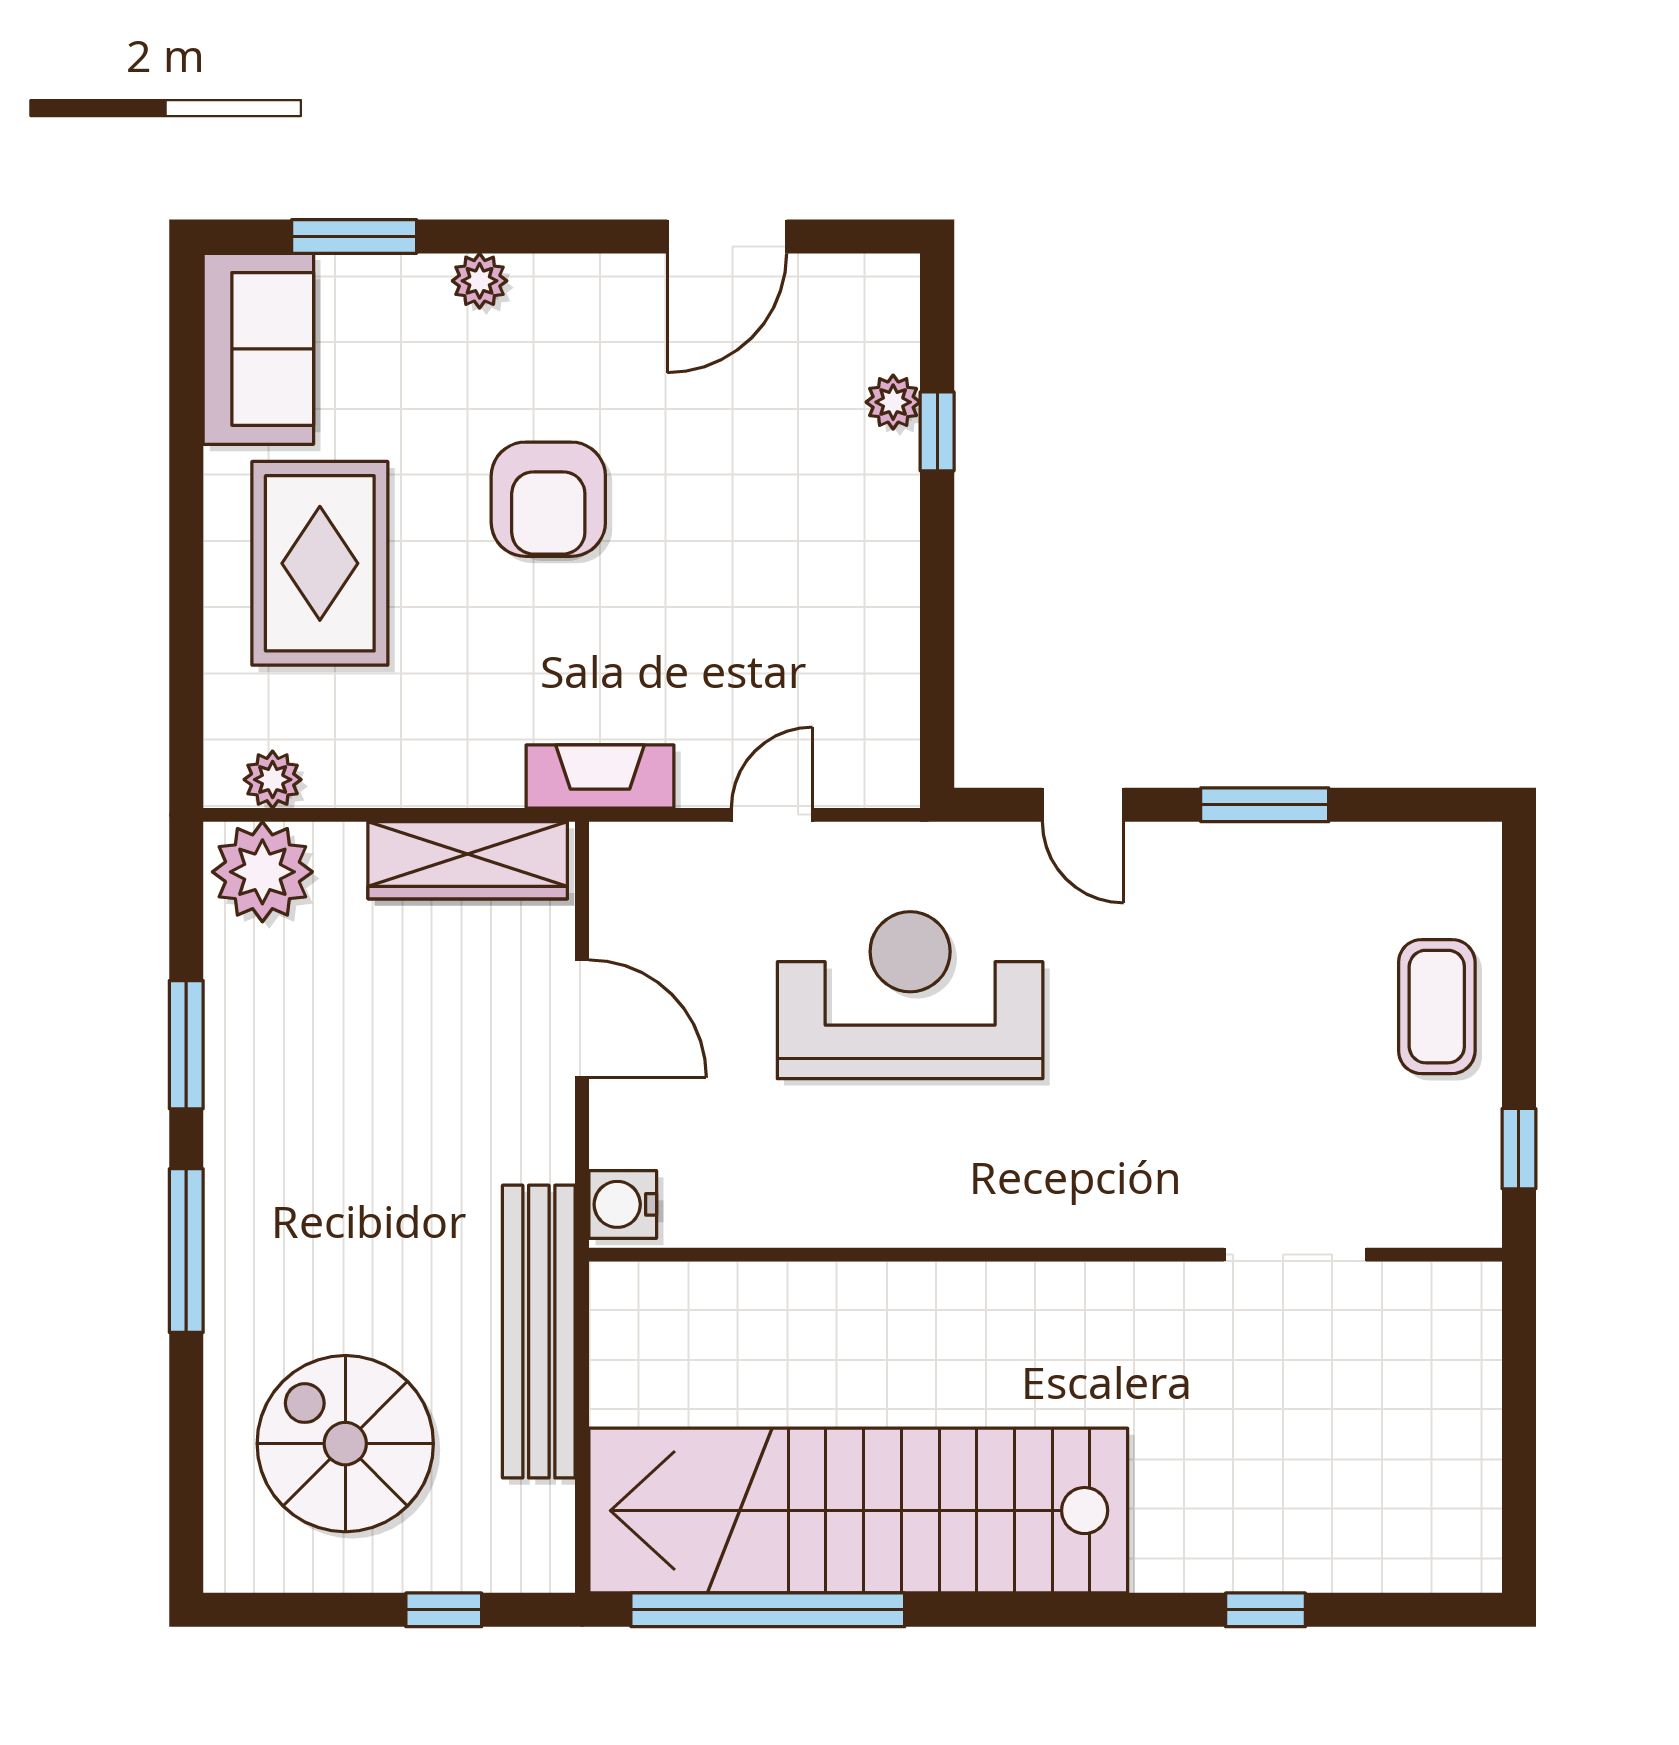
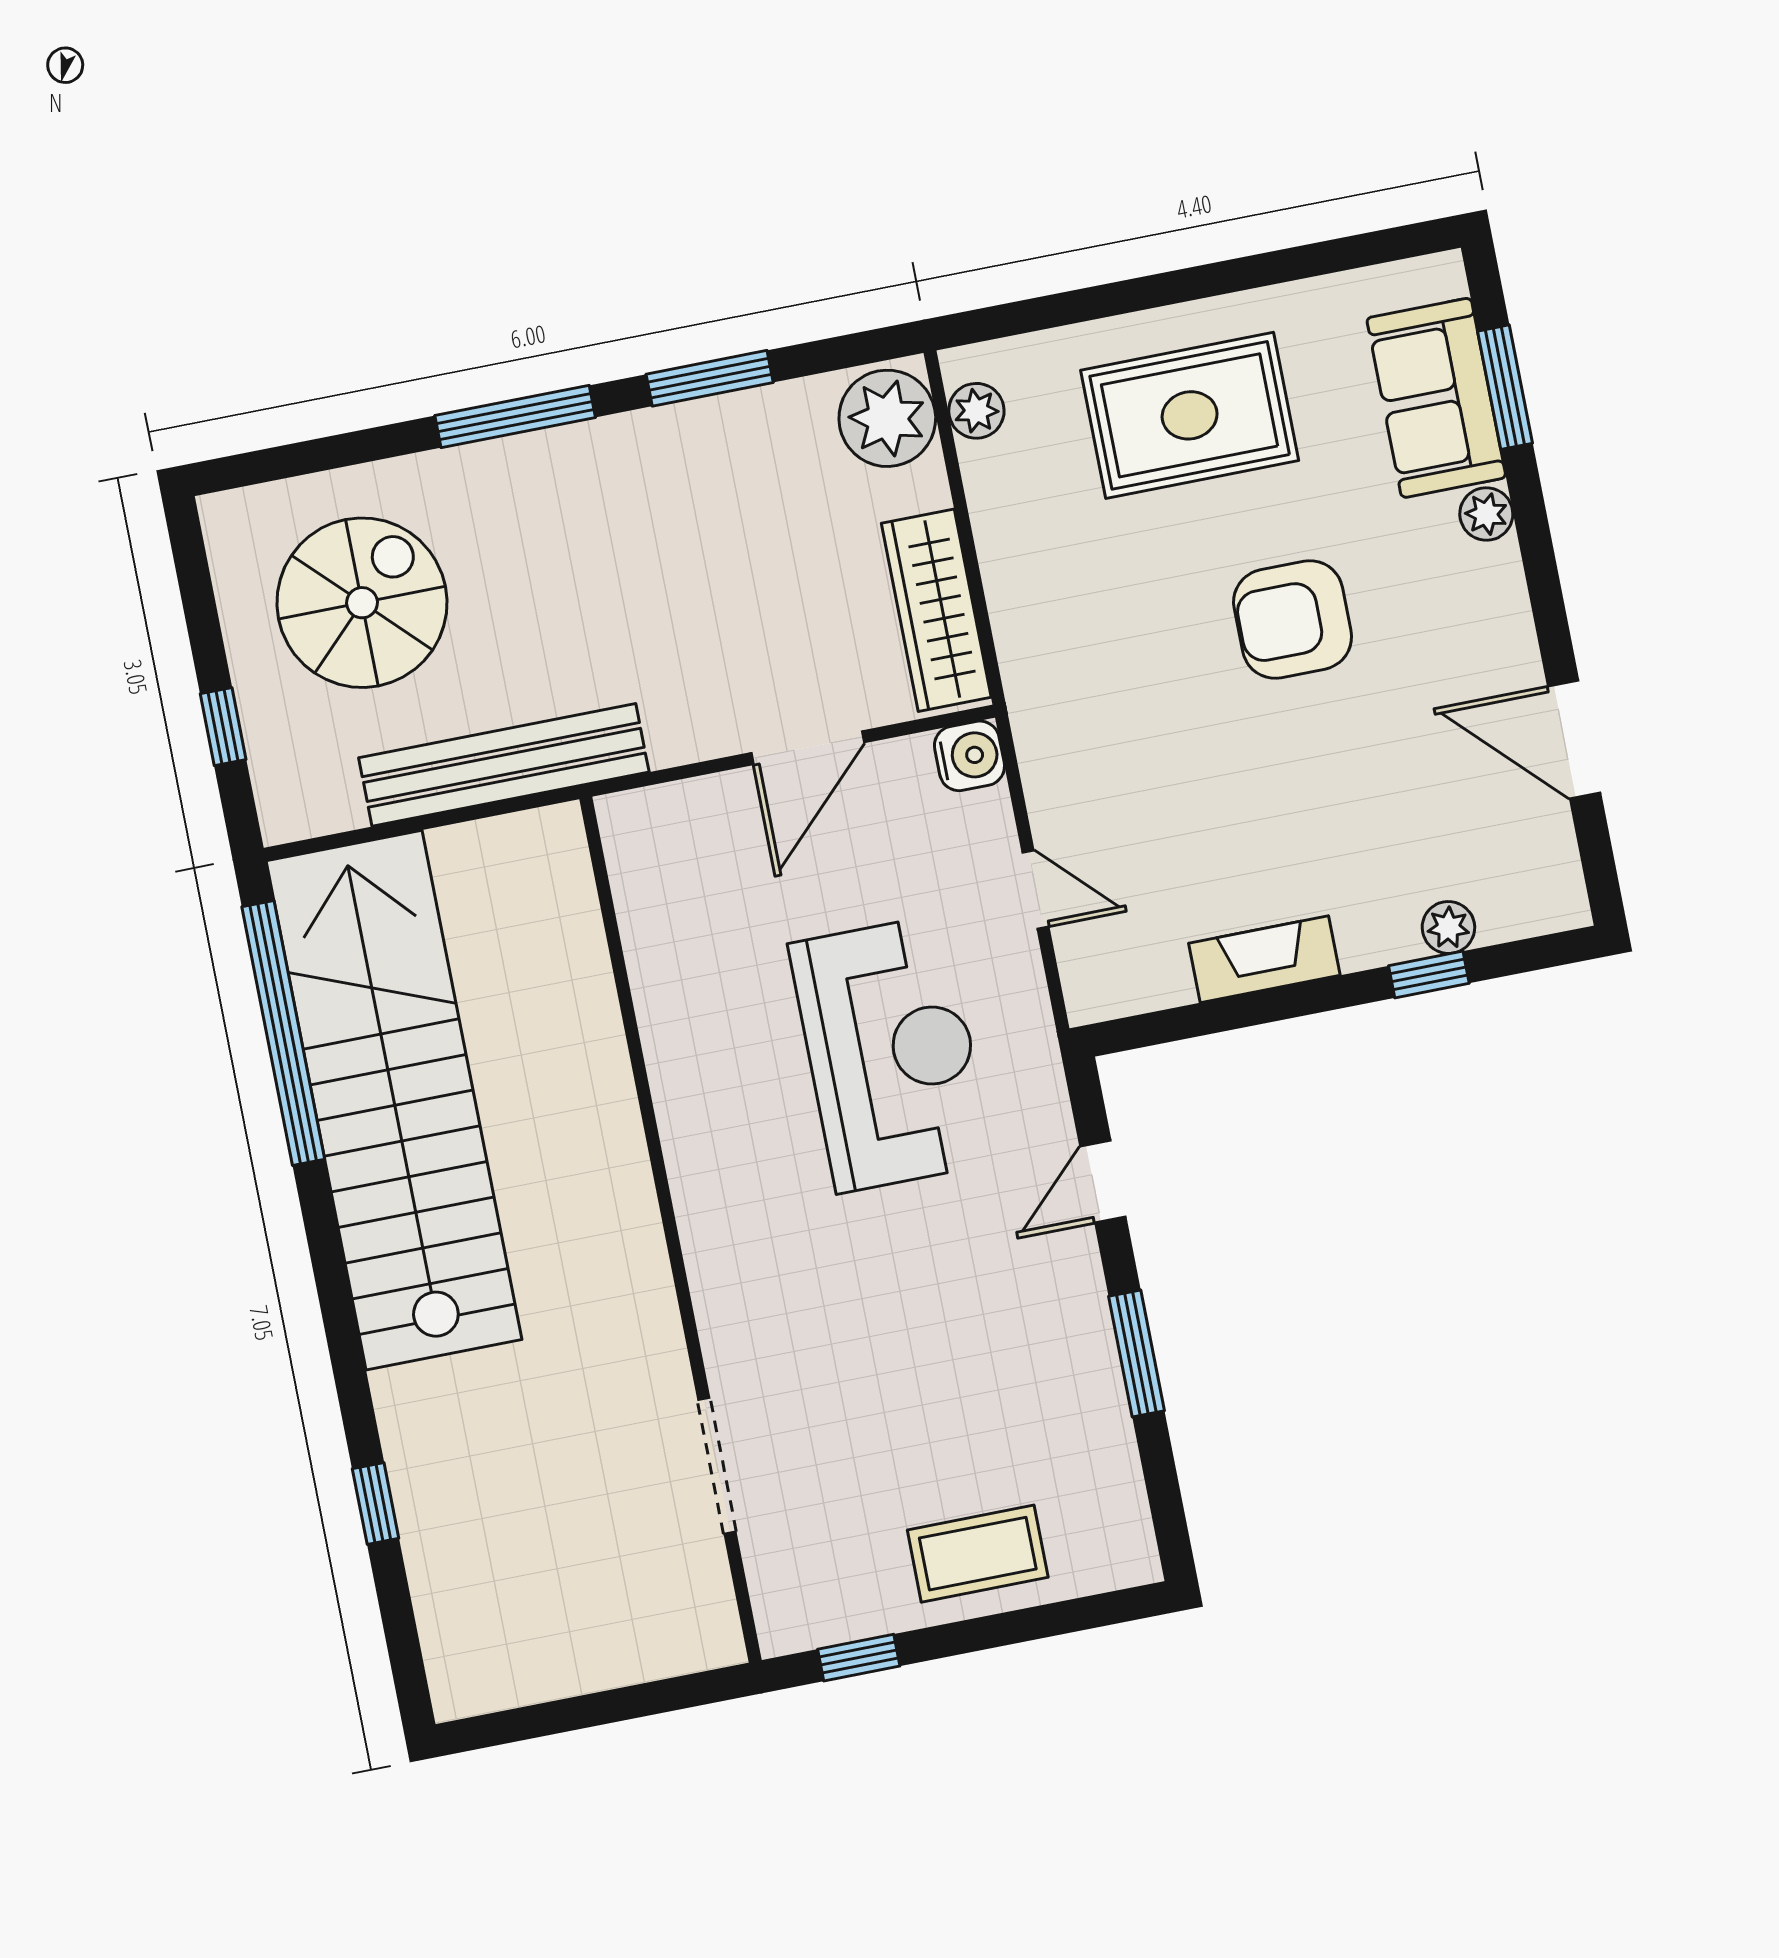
sofa: (258, 349) -> (1436, 398), moved, turned 90
fireplace: (600, 777) -> (1264, 959), moved, turned -90
water cooler: (623, 1204) -> (969, 756), moved, turned 90

